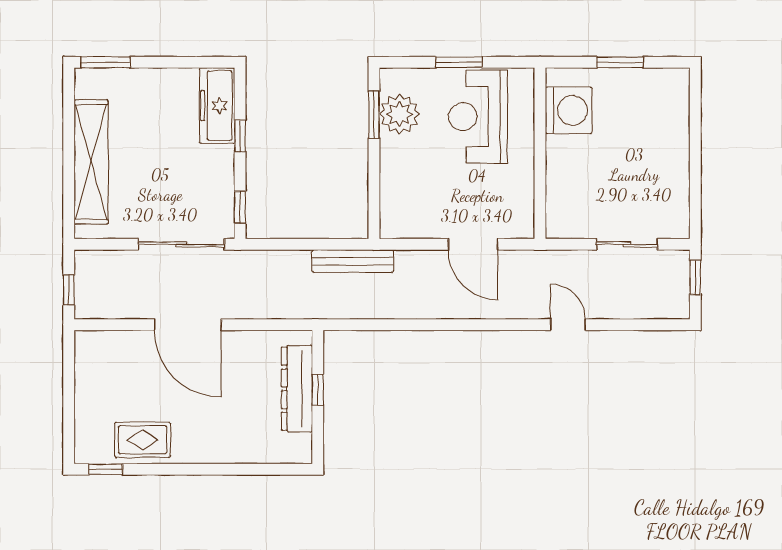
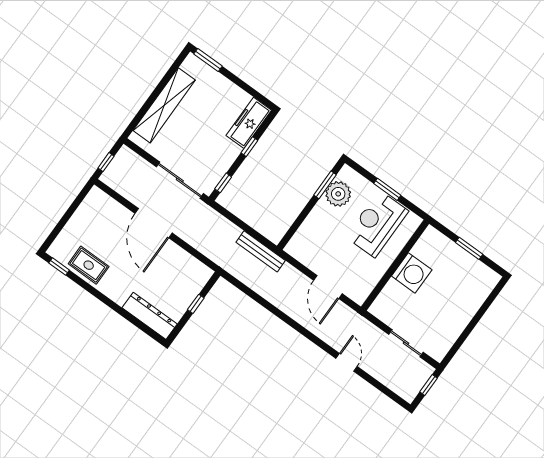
washing machine: (569, 110) -> (412, 273), moved
dresser: (297, 389) -> (150, 316), moved, turned 90

